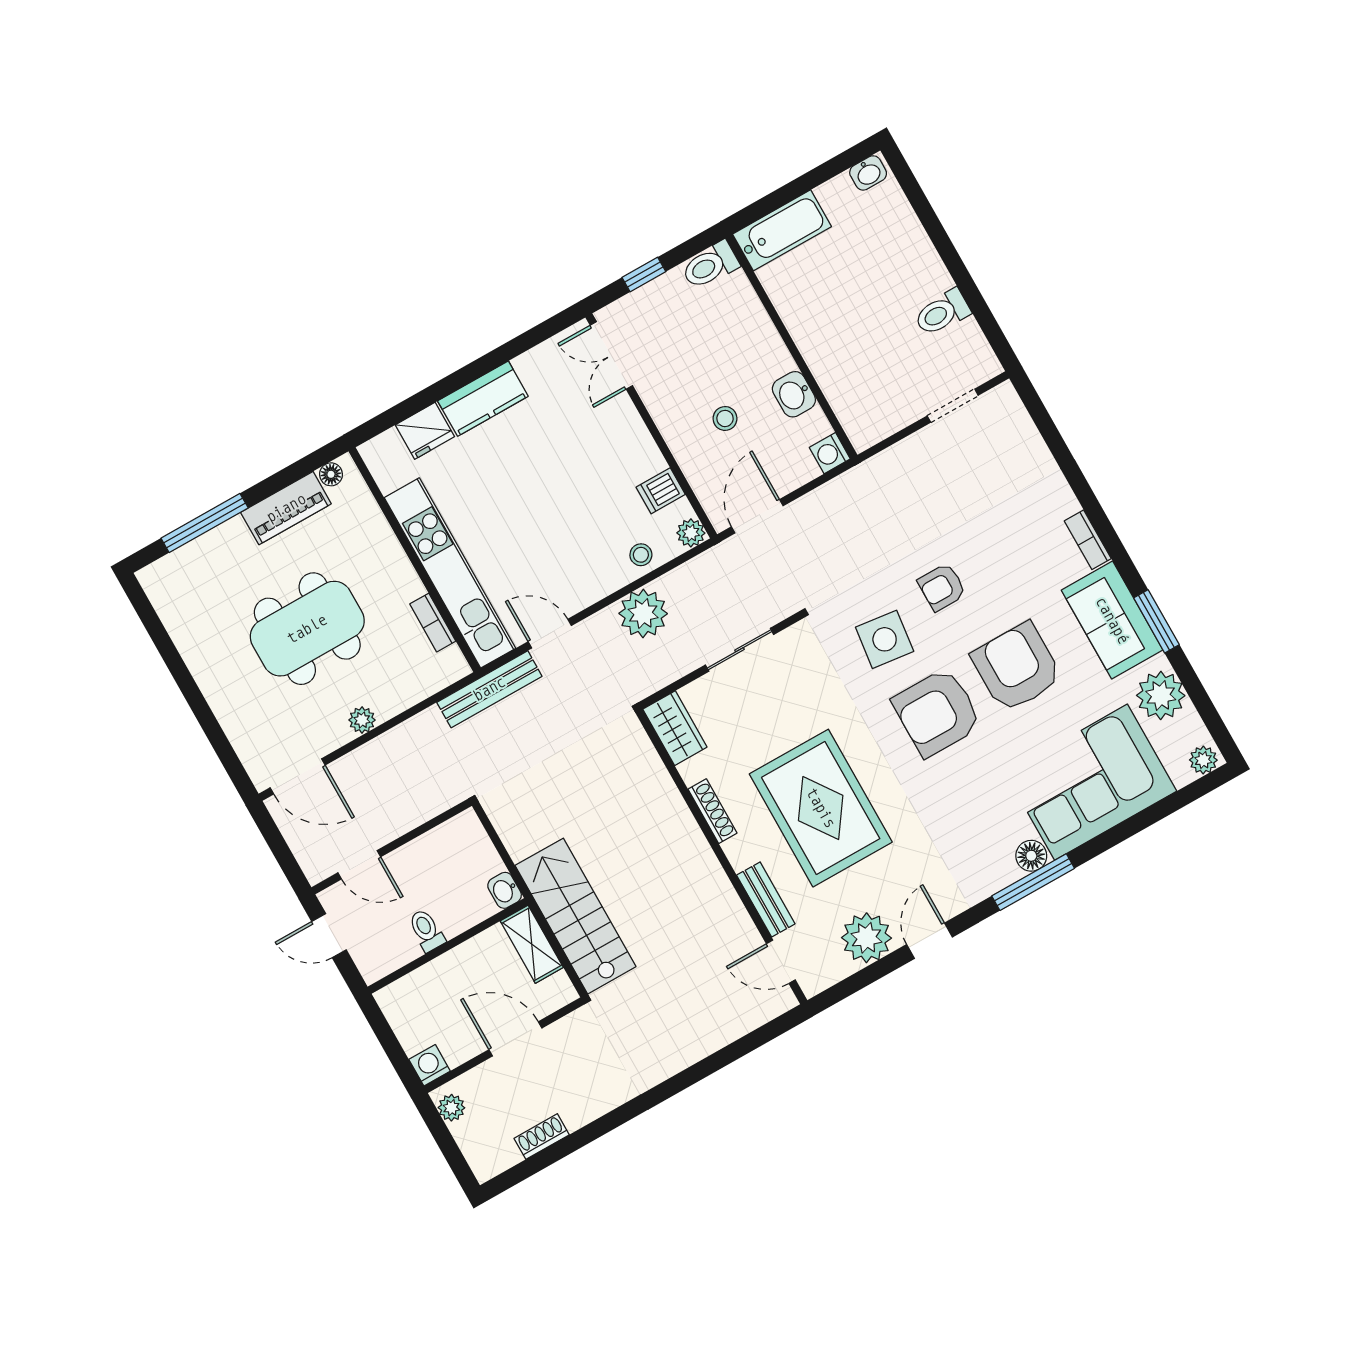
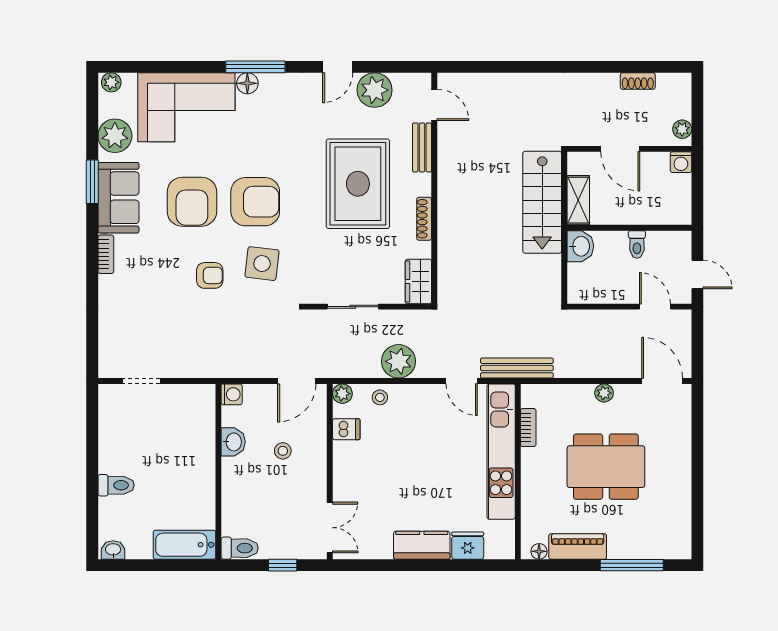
toilet: (942, 313) -> (116, 485), moved
washbasin: (505, 890) -> (580, 246), width x1.38, depth x1.45

